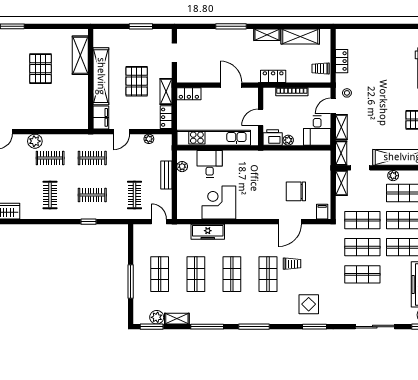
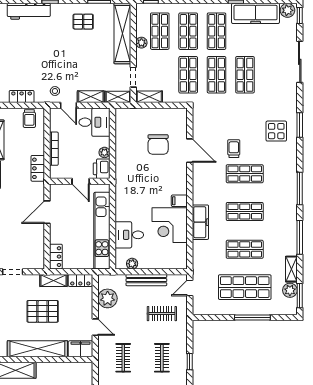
plant: (149, 139) -> (108, 298), width x1.88, depth x1.88
bench: (166, 175) -> (146, 280), width x1.36
filing cabinet: (322, 212) -> (179, 201), moved
freezer: (208, 232) -> (200, 222), moved
shop shelf: (160, 274) -> (245, 287), width x1.43, depth x1.36

